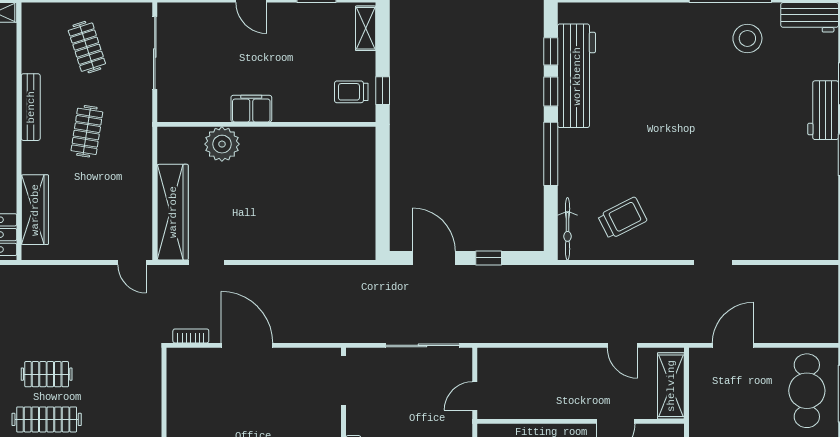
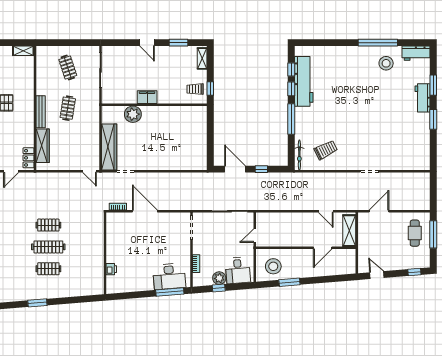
bench: (31, 107) -> (41, 112), moved
cafe table: (807, 391) -> (415, 233), width x0.73, depth x0.74

